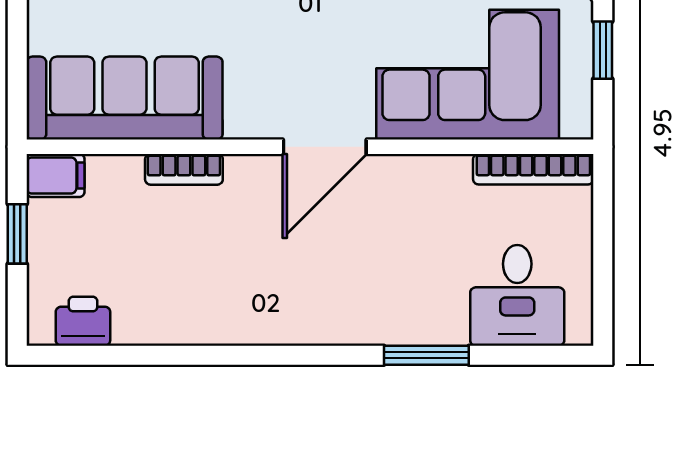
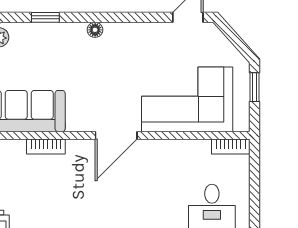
bookcase: (533, 169) -> (231, 146), width x0.64

